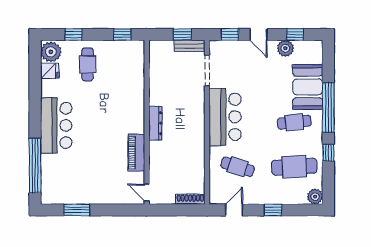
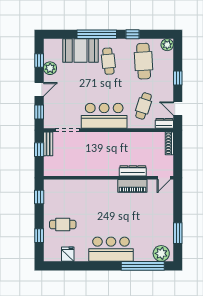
plant: (51, 52) -> (161, 253), moved
dresser: (155, 123) -> (133, 171), moved
dresser: (215, 193) -> (164, 123), added

